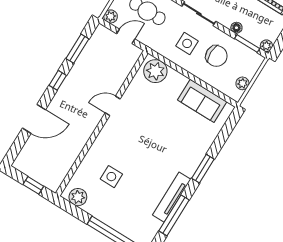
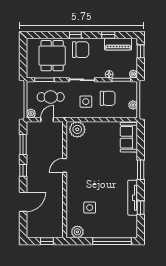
sofa: (202, 101) -> (129, 137), moved, turned 90
window: (174, 215) -> (141, 208), width x0.46

